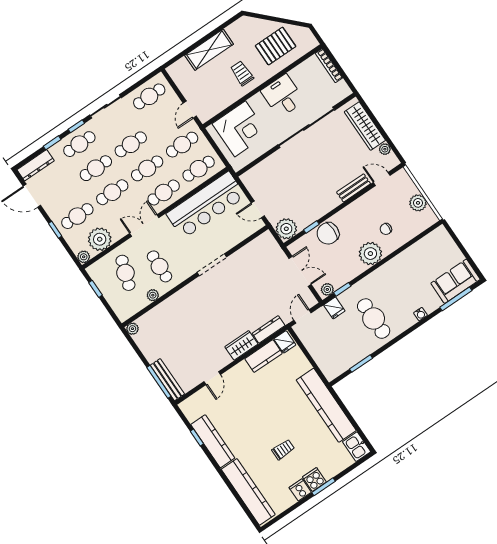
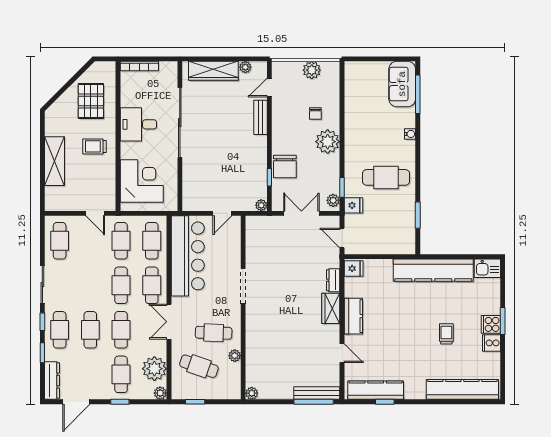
cafe table: (131, 144) -> (90, 285), removed
plant: (286, 229) -> (261, 205), width x0.53, depth x0.53
dresser: (269, 329) -> (333, 280), width x0.70
kitchen counter: (263, 356) -> (353, 316), moved
kitchen counter: (213, 441) -> (376, 390), moved

